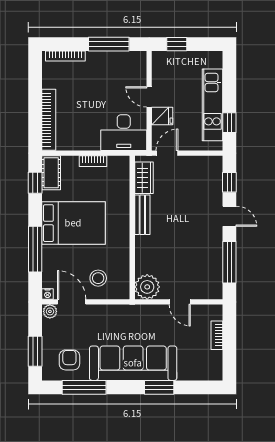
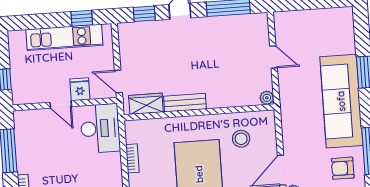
door: (149, 97) -> (61, 104), hinge flipped
stool: (98, 278) -> (241, 139), moved
plant: (147, 287) -> (267, 98), width x0.53, depth x0.53
door: (180, 302) -> (274, 57), hinge flipped
bookcase: (217, 335) -> (306, 15), removed

